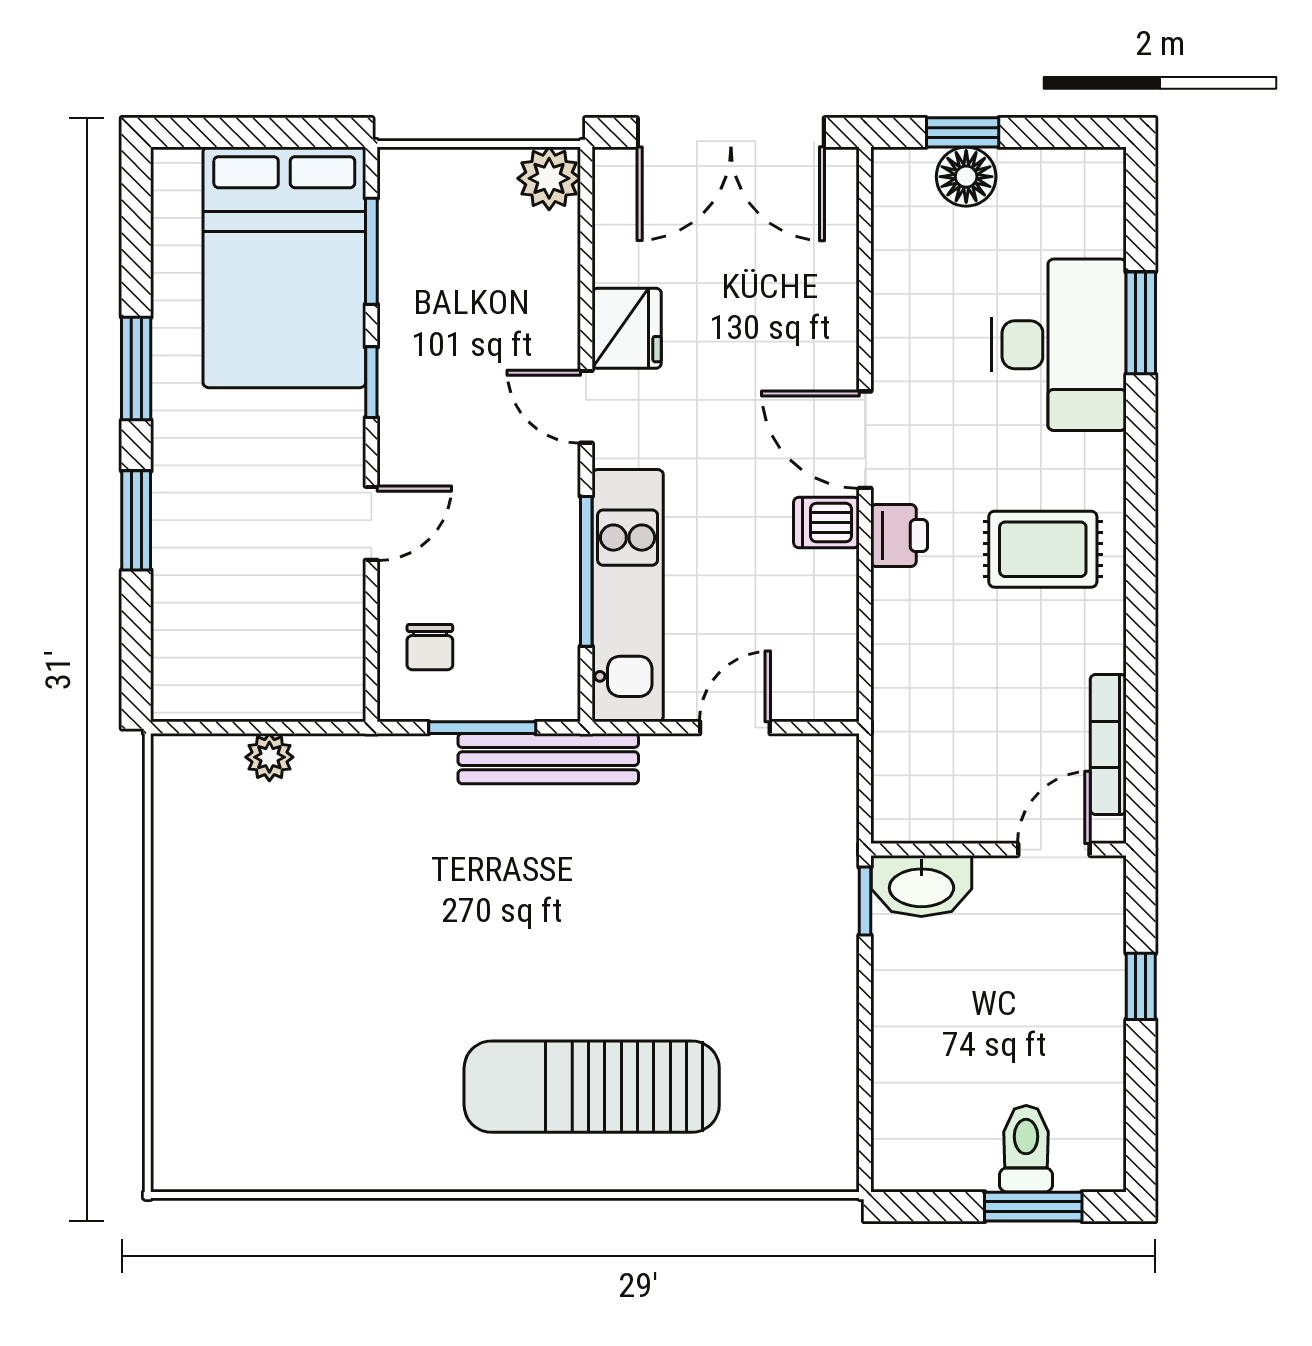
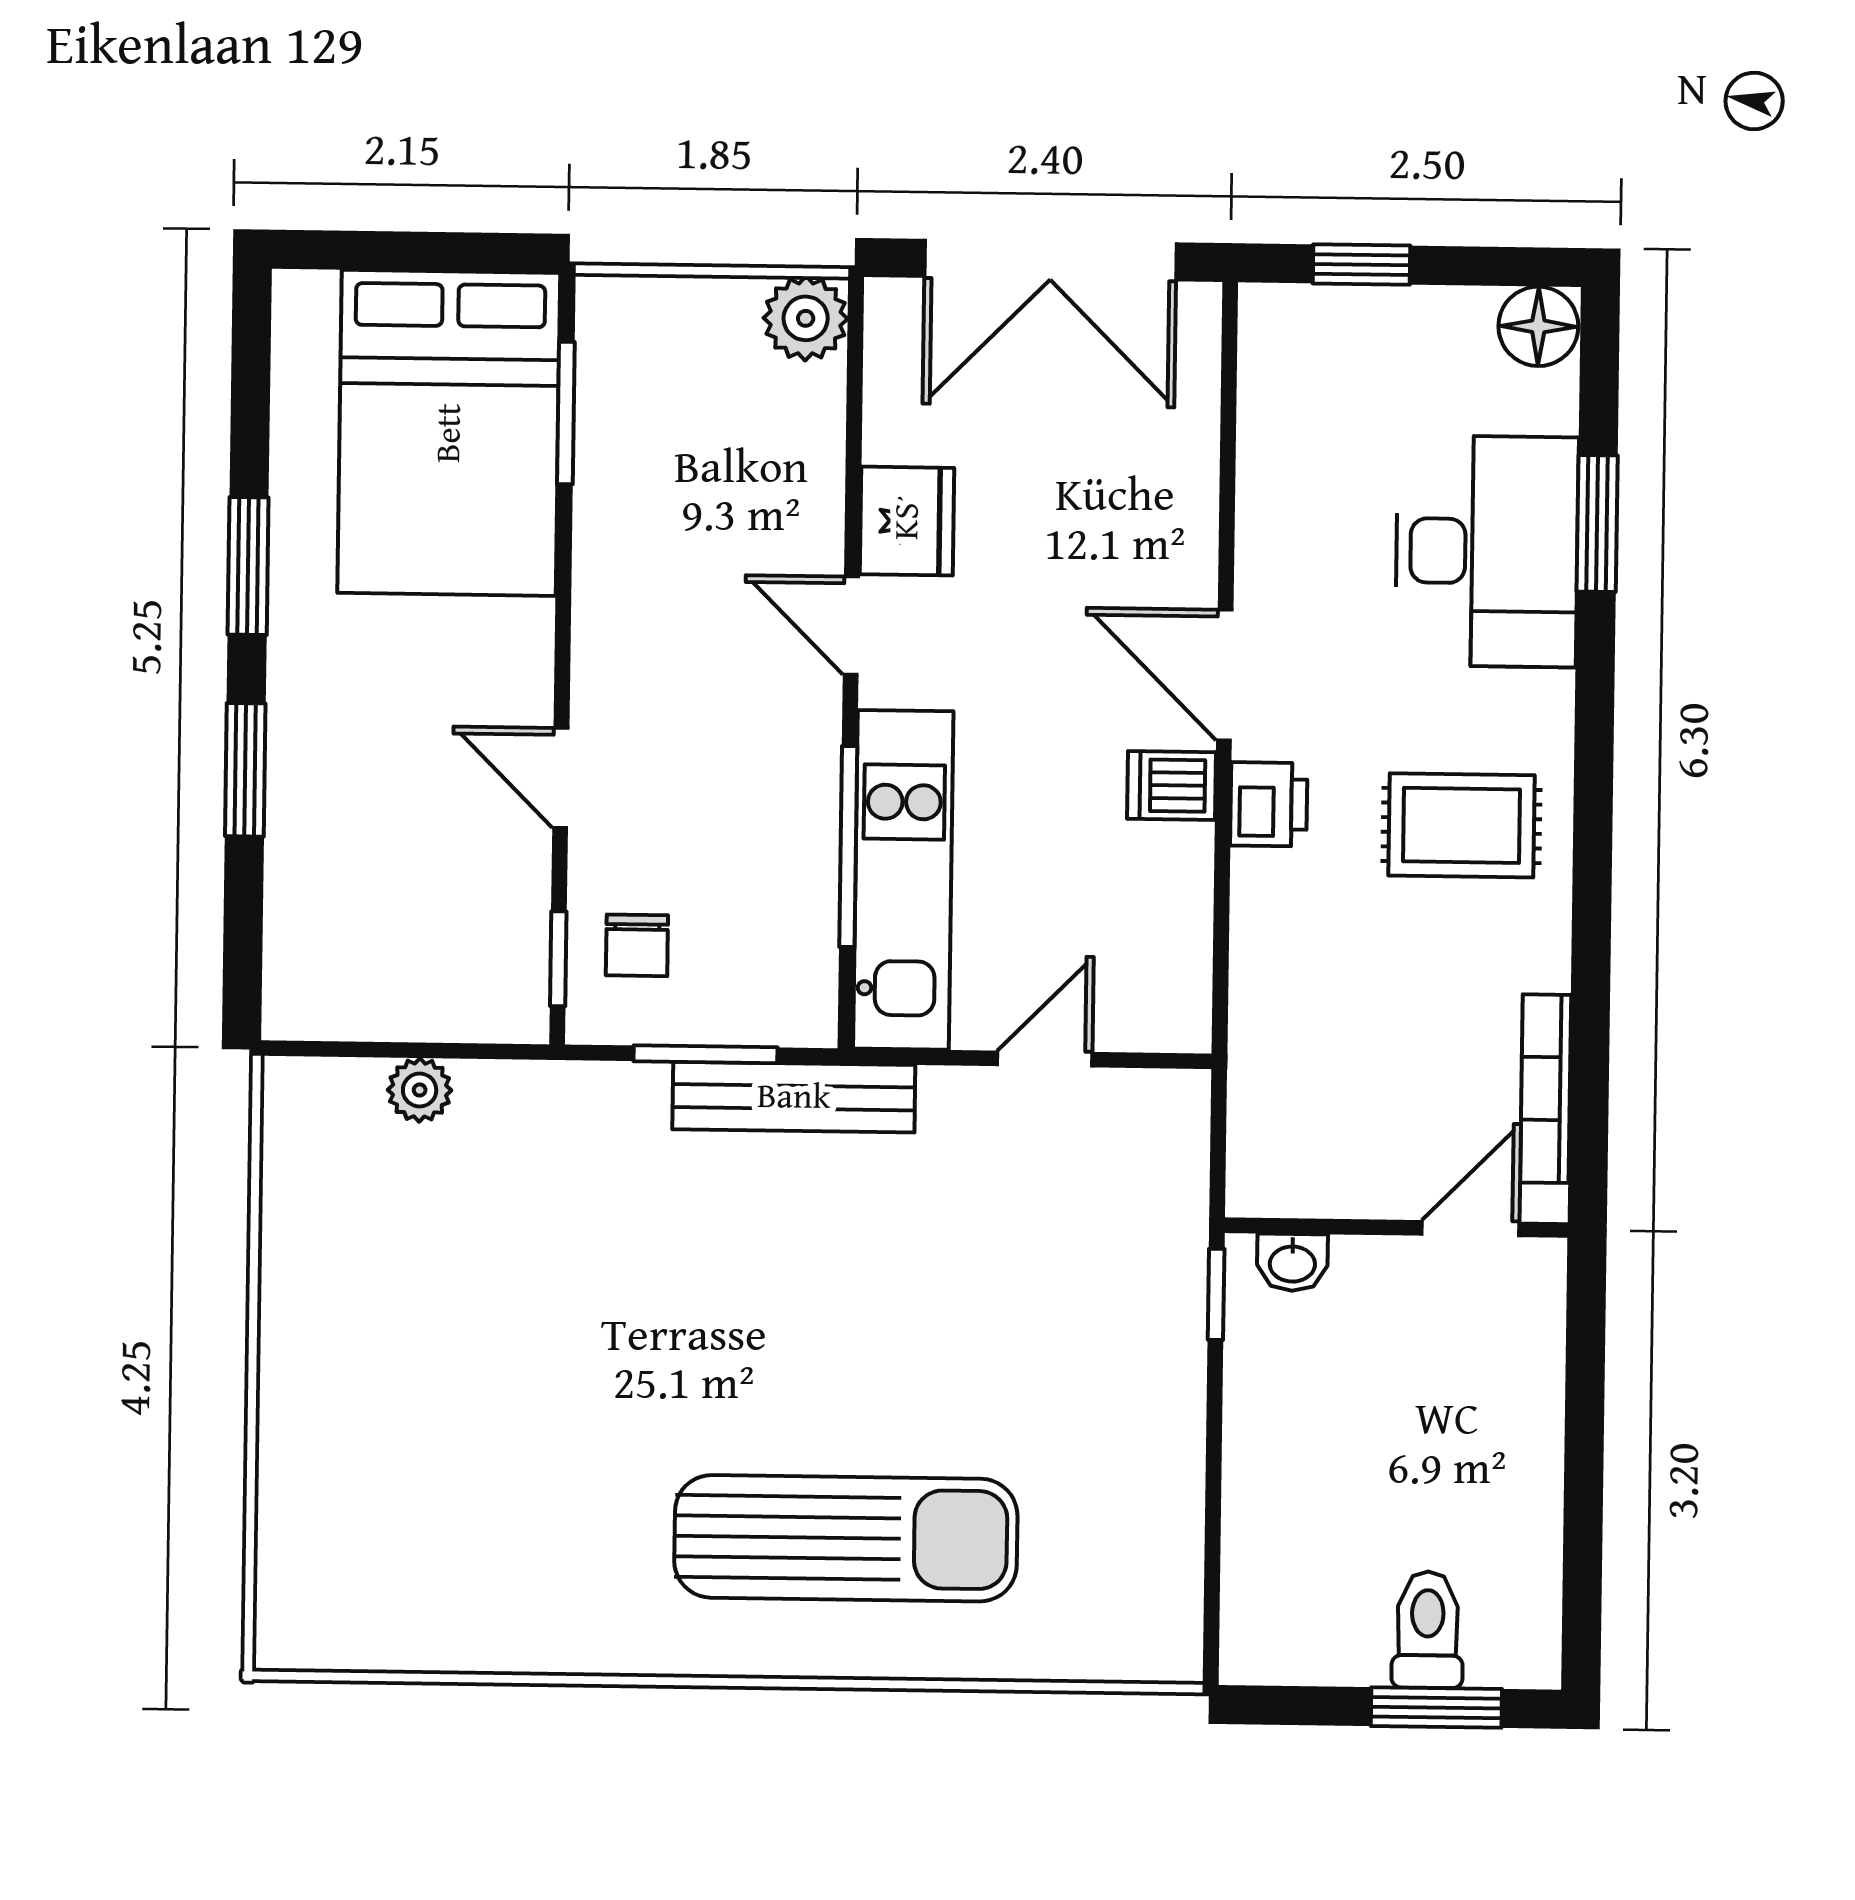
floor lamp: (966, 177) -> (1538, 326), moved
window: (371, 382) -> (558, 959), moved
door: (371, 523) -> (561, 778), swing flipped
washbasin: (921, 886) -> (1292, 1262), width x0.52, depth x0.69
window: (1141, 986) -> (1585, 1414), removed
sun lounger: (592, 1087) -> (846, 1538), turned 180

